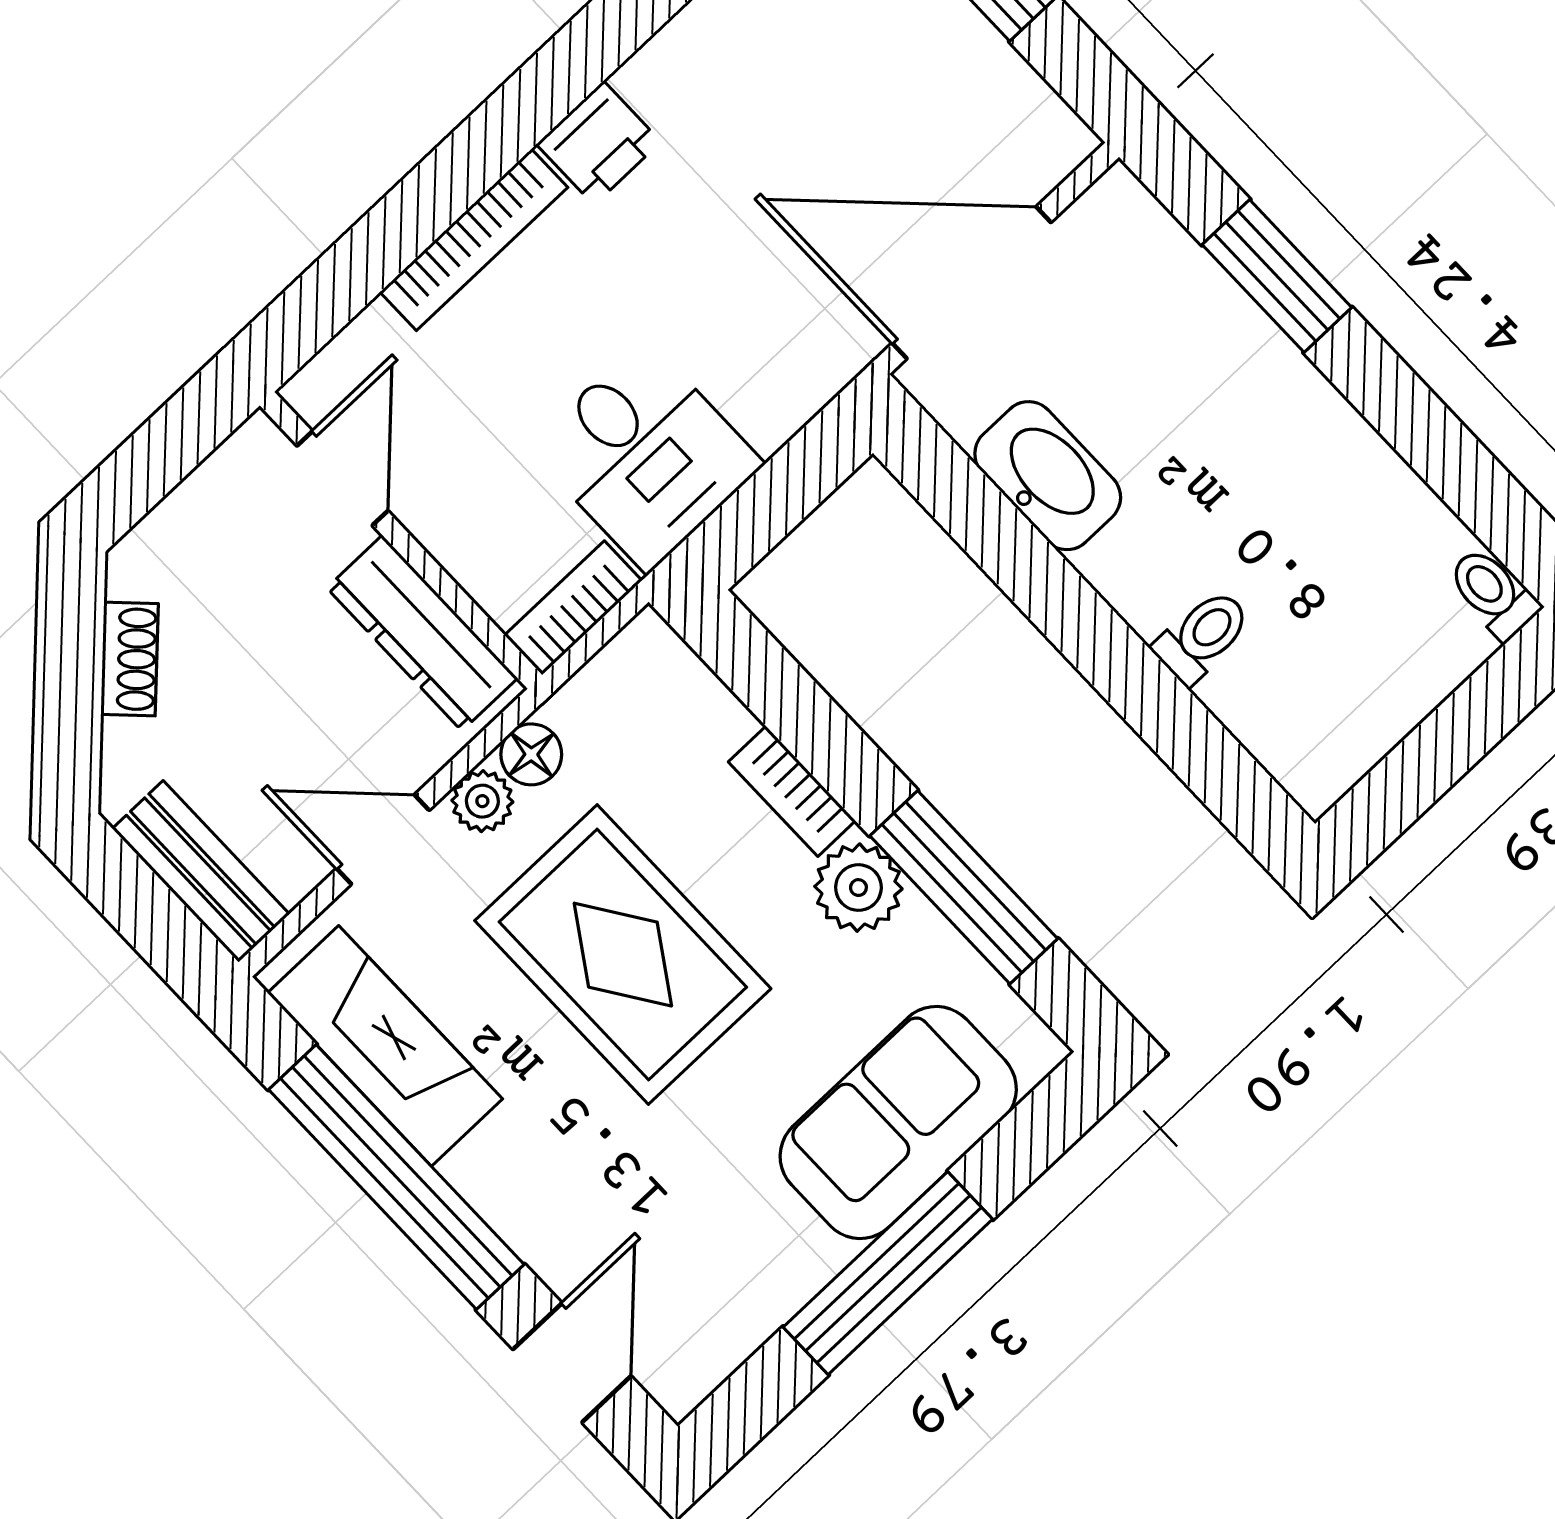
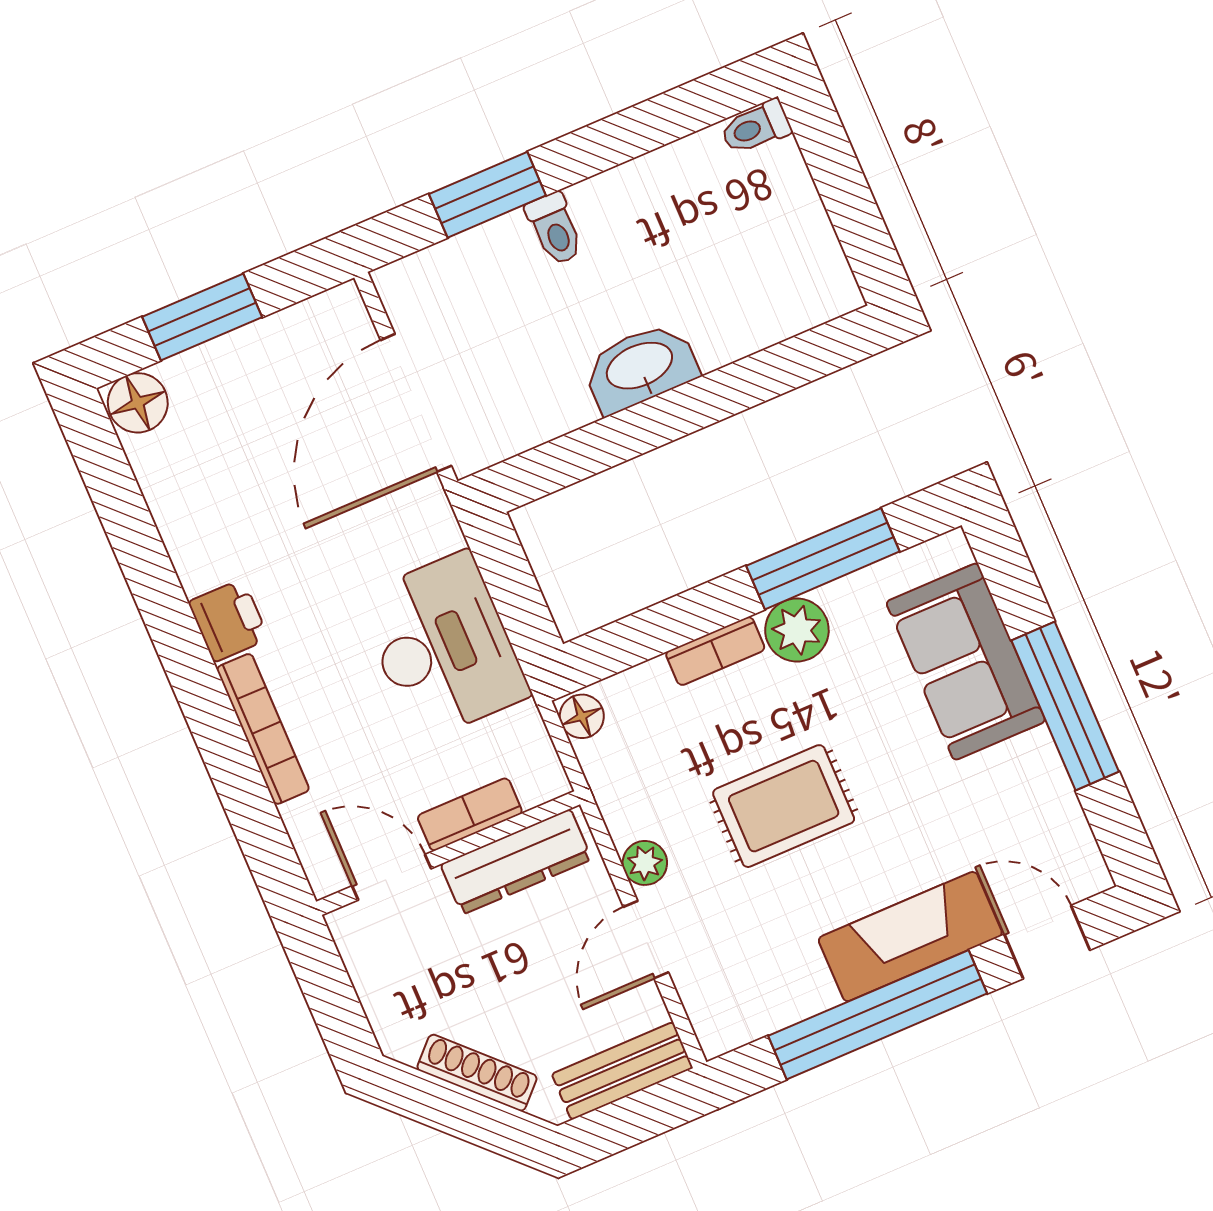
desk: (646, 456) -> (443, 646), width x1.37
washbasin: (1048, 476) -> (640, 367), moved
bookcase: (573, 608) -> (470, 814), moved, turned 90
toilet: (1202, 636) -> (555, 229), moved, turned 180
shoe rack: (130, 659) -> (477, 1073), width x1.43
floor lamp: (531, 754) -> (582, 716), moved
rug: (623, 955) -> (784, 806), width x0.73, depth x0.70
fireplace: (385, 1046) -> (910, 937), moved

